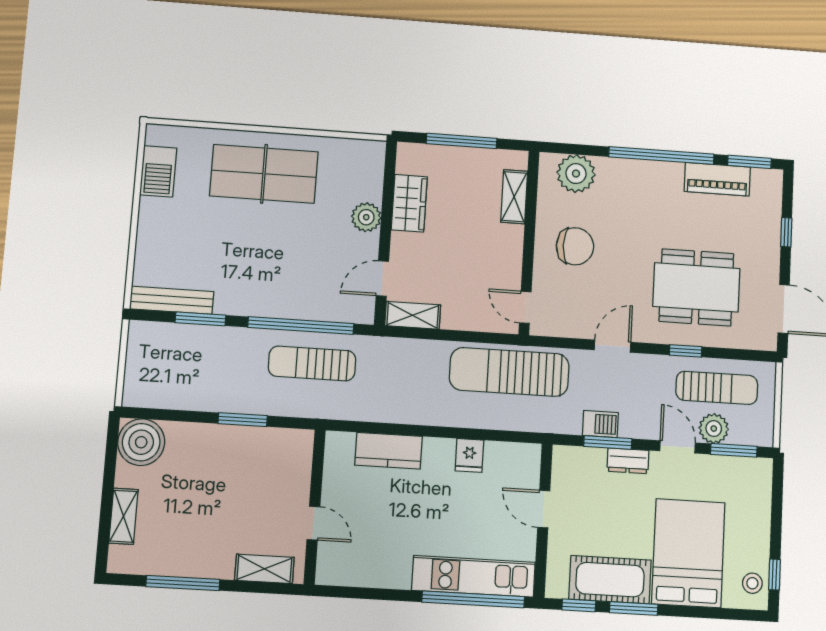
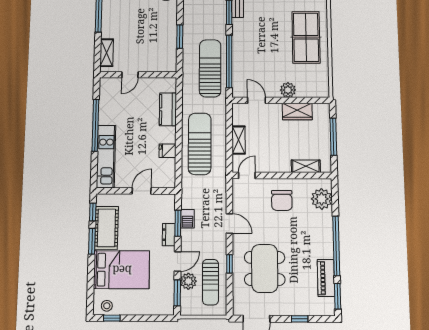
shelving: (413, 315) -> (238, 140), moved
sun lounger: (312, 363) -> (210, 68), width x1.36, depth x1.34
sun lounger: (509, 372) -> (200, 144), moved
window: (473, 599) -> (95, 125), moved

